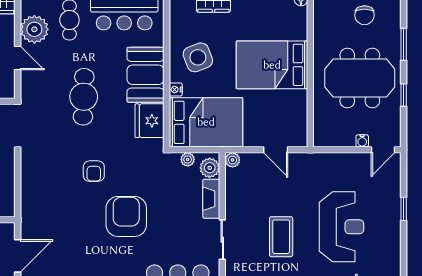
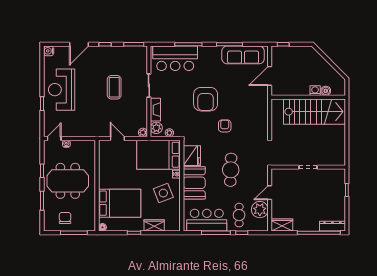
door: (18, 58) -> (270, 193), hinge flipped
bed: (272, 65) -> (120, 203), moved
reception desk: (342, 227) -> (62, 90), moved

